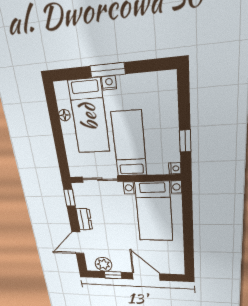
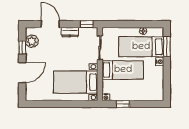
window: (108, 70) -> (167, 46), moved

